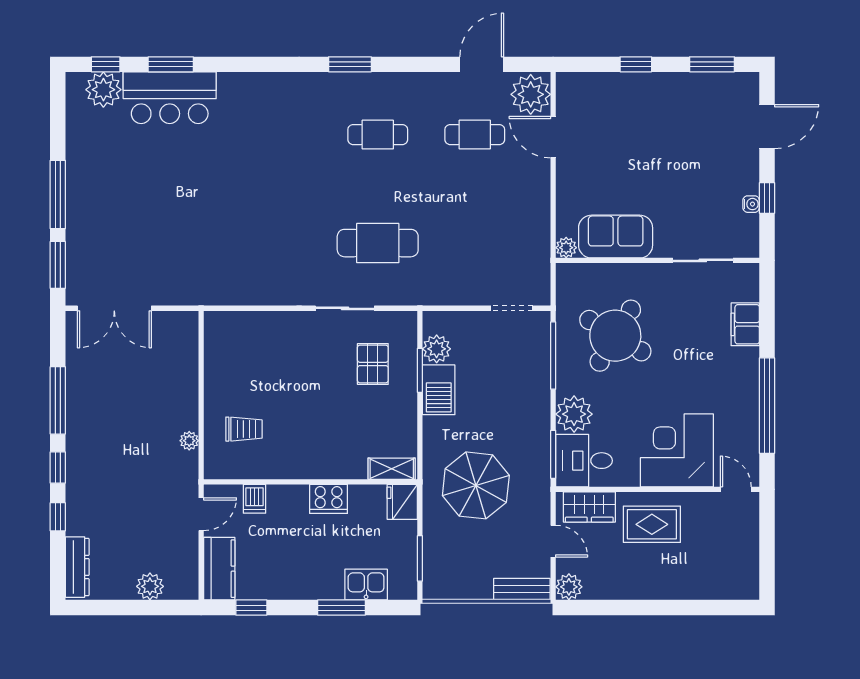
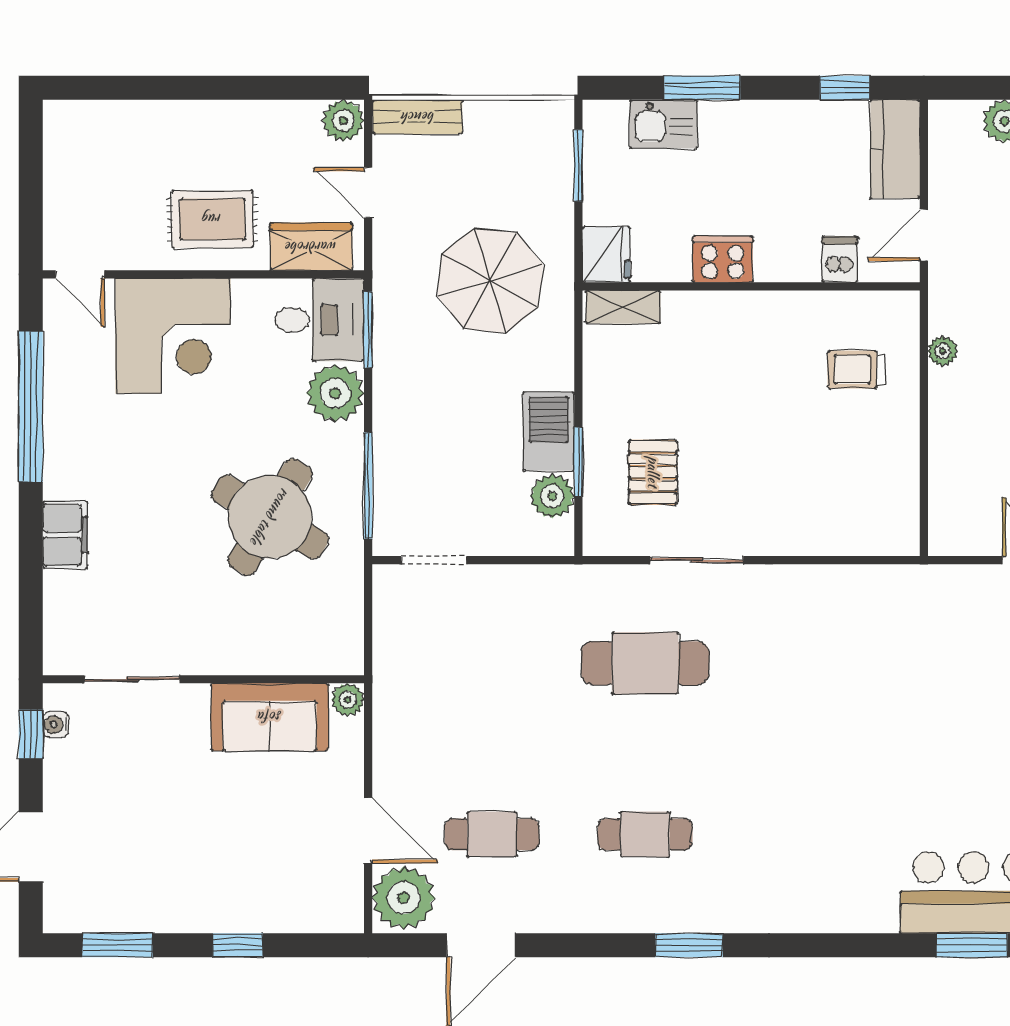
sofa: (616, 237) -> (270, 717), moved
plant: (566, 248) -> (348, 700), moved
wall: (658, 260) -> (203, 679), moved
sliding door: (703, 260) -> (132, 679), moved

